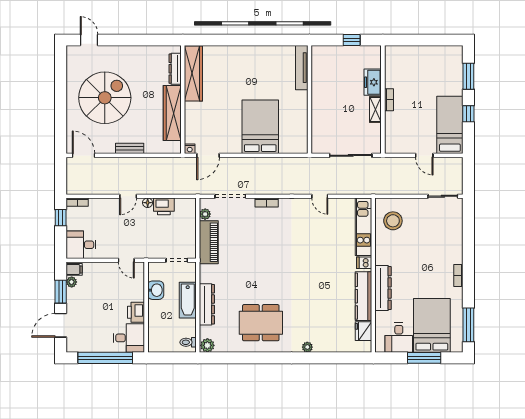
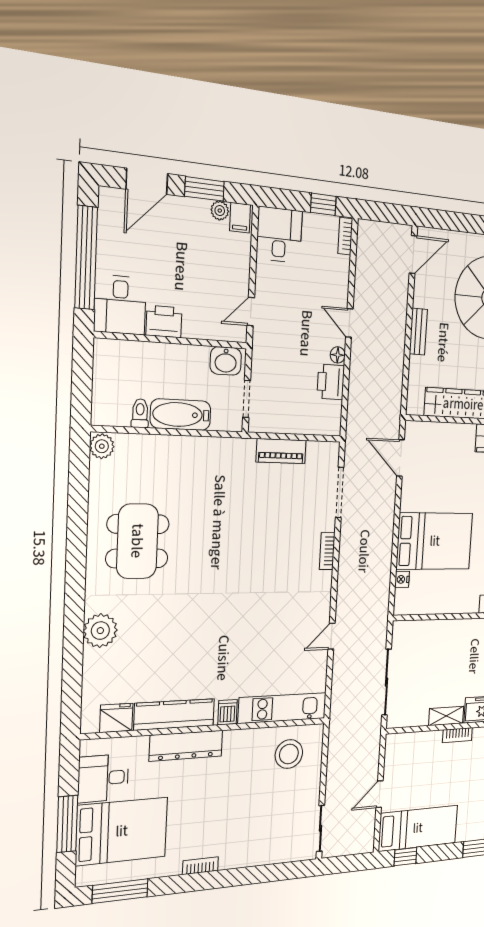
window: (468, 114) -> (405, 857), moved
nightstand: (190, 149) -> (402, 579), moved
plant: (205, 214) -> (315, 450), removed
piano: (209, 242) -> (281, 451), width x0.73, depth x0.75
washbasin: (156, 290) -> (226, 361), moved
dresser: (207, 304) -> (172, 448), removed
door: (61, 325) -> (147, 181), swing flipped
toilet: (188, 342) -> (140, 413), moved
plant: (307, 347) -> (100, 631), width x1.88, depth x1.88

